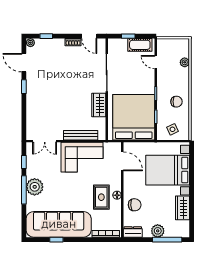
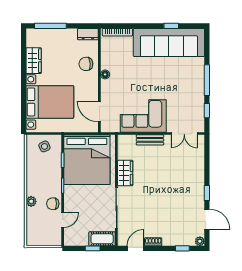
door: (89, 36) -> (135, 248), hinge flipped
cot: (140, 45) -> (102, 239), moved
door: (156, 62) -> (63, 220), hinge flipped
plant: (185, 62) -> (31, 201), moved
chair: (177, 102) -> (53, 204), moved
bench: (81, 135) -> (150, 140), width x0.73
double door: (45, 141) -> (184, 134), swing flipped
plant: (35, 187) -> (195, 84), removed
rug: (101, 197) -> (122, 72), removed
plant: (158, 231) -> (61, 35), removed

